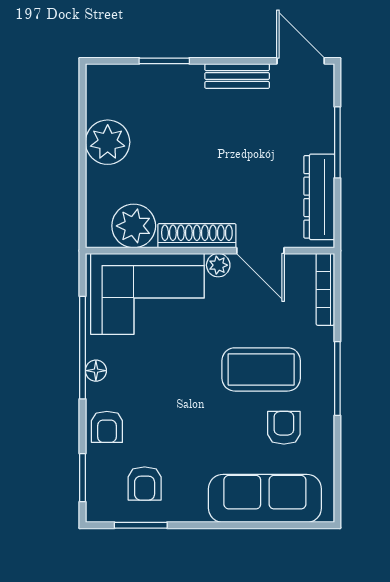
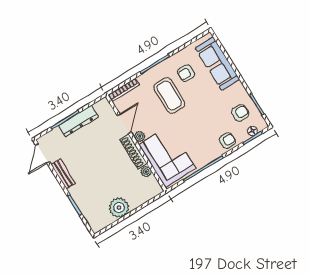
dresser: (319, 197) -> (78, 121), moved
plant: (134, 226) -> (146, 172), width x0.53, depth x0.53
floor lamp: (96, 371) -> (252, 131), moved

